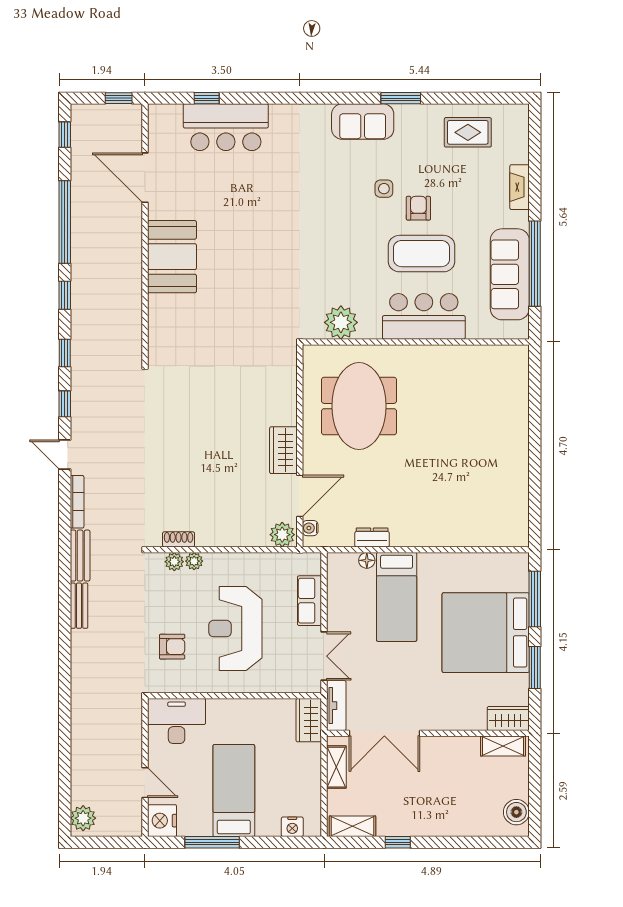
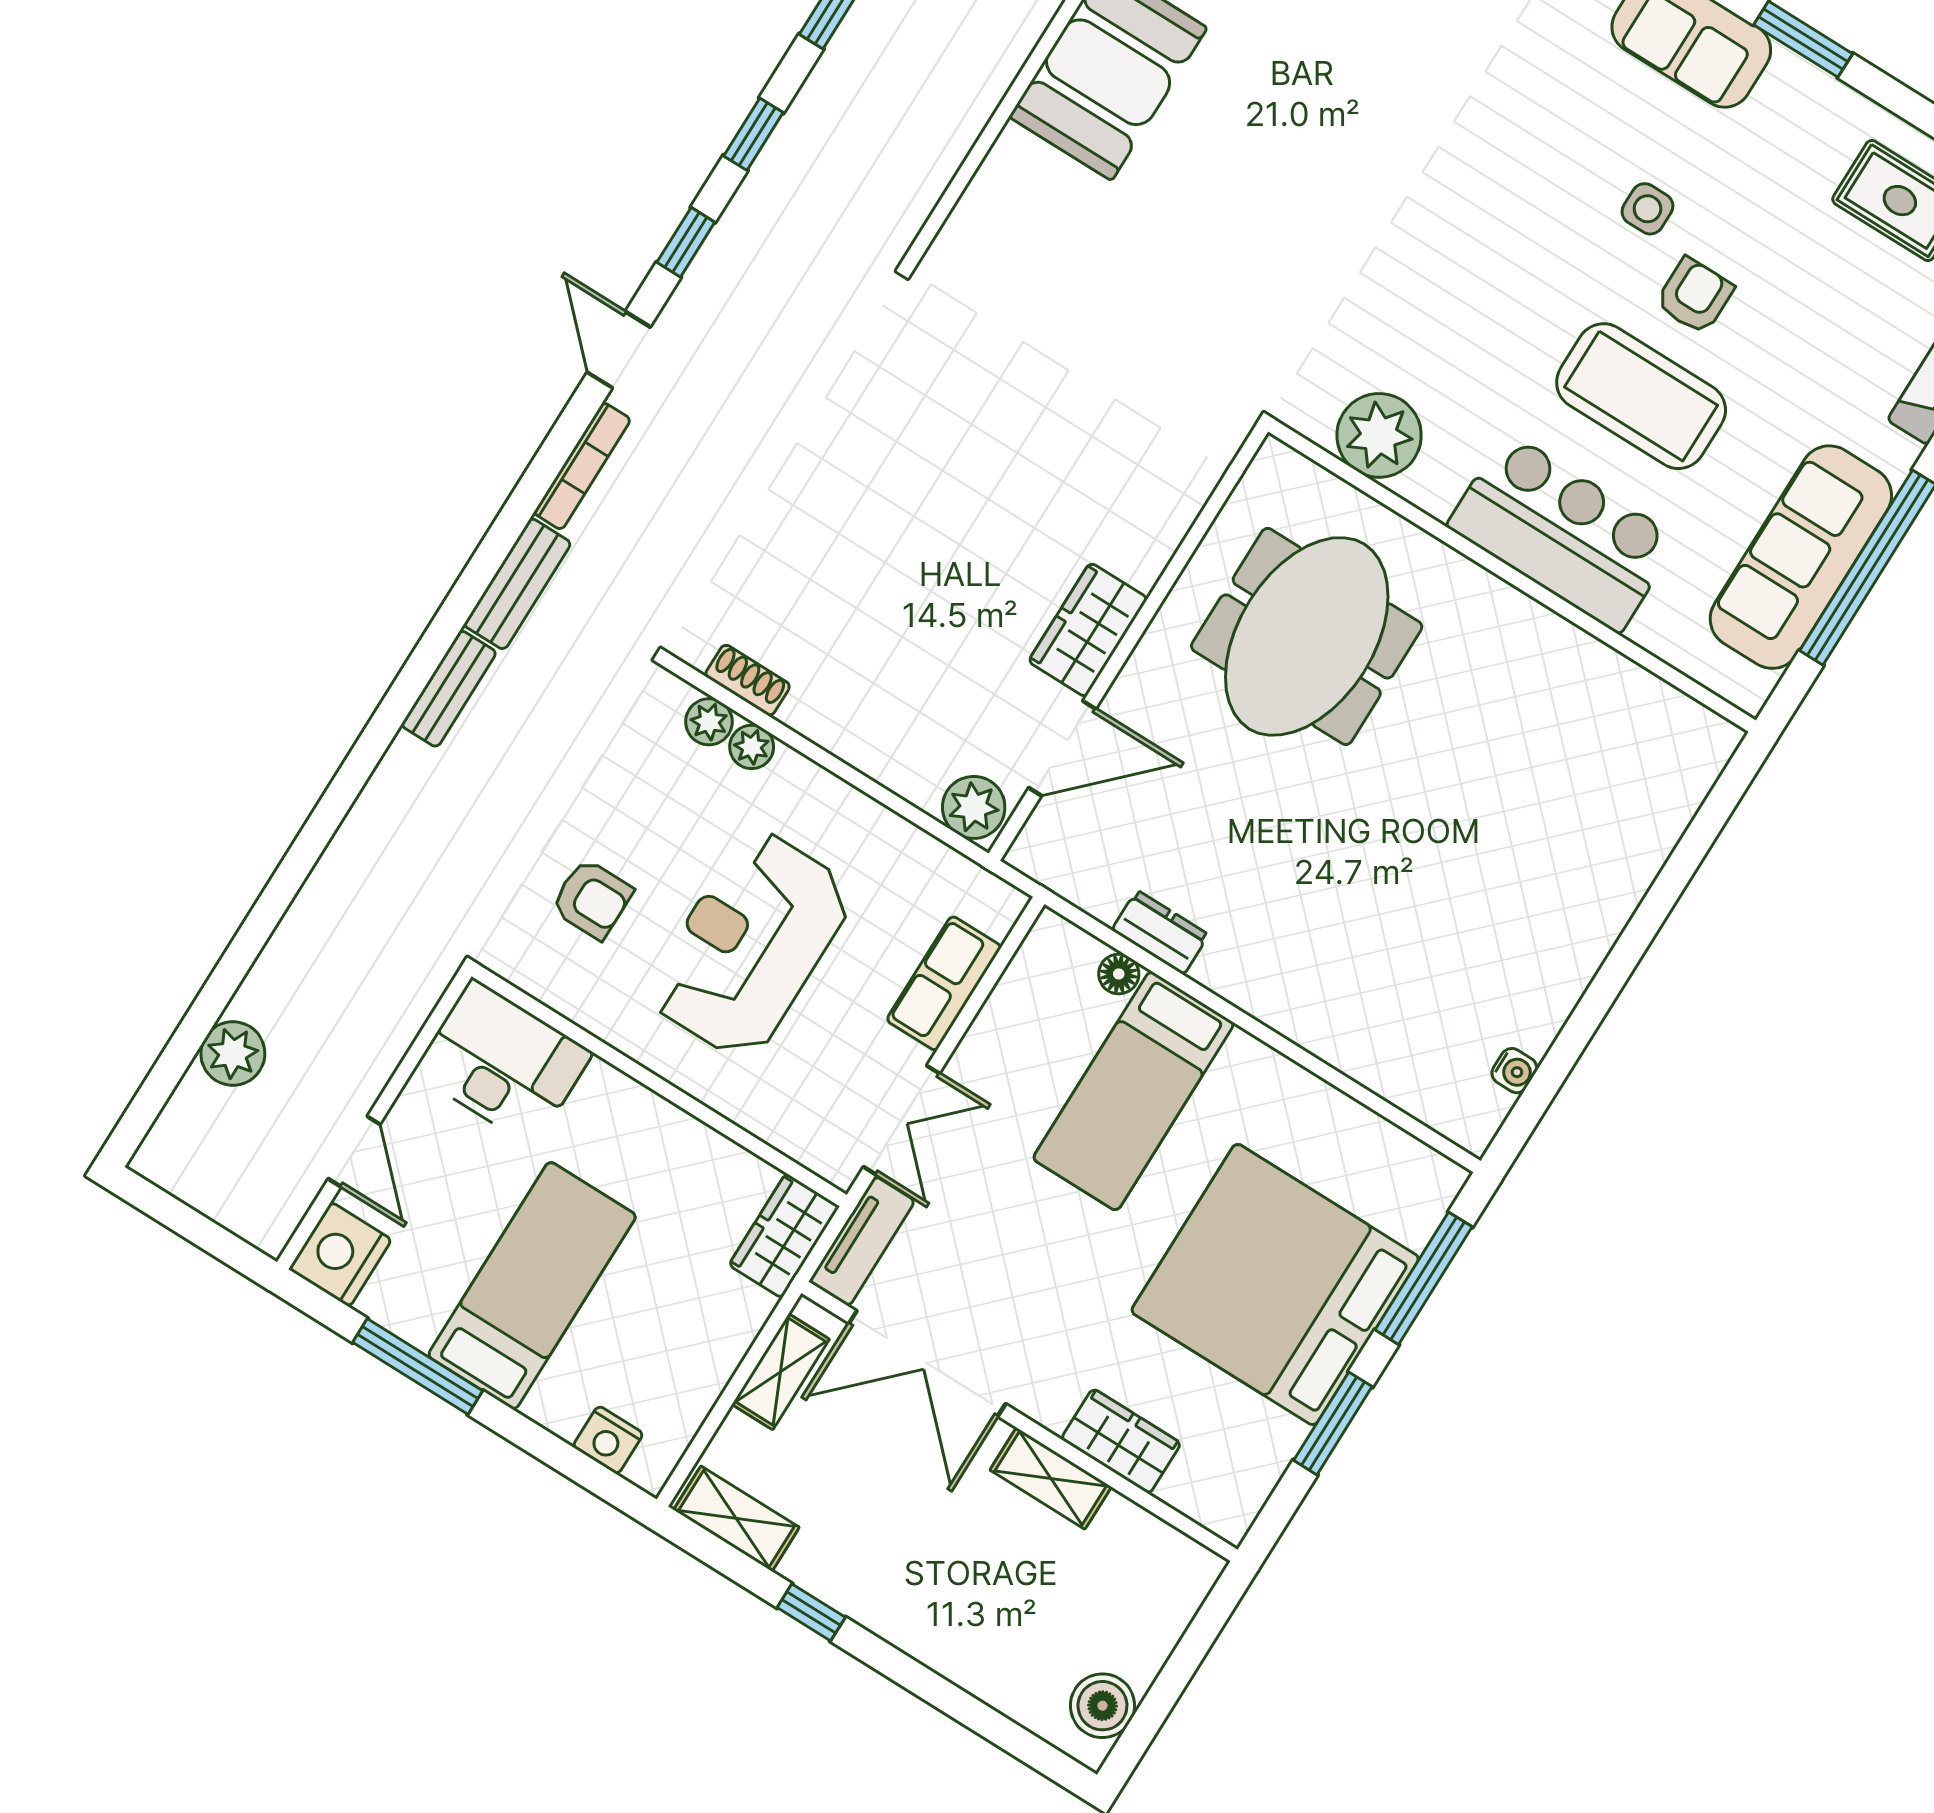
water cooler: (310, 528) -> (1514, 1071), moved, turned 180
wardrobe: (508, 718) -> (1121, 1441), moved
shelving: (503, 746) -> (1051, 1478), moved
plant: (83, 818) -> (233, 1053), moved

